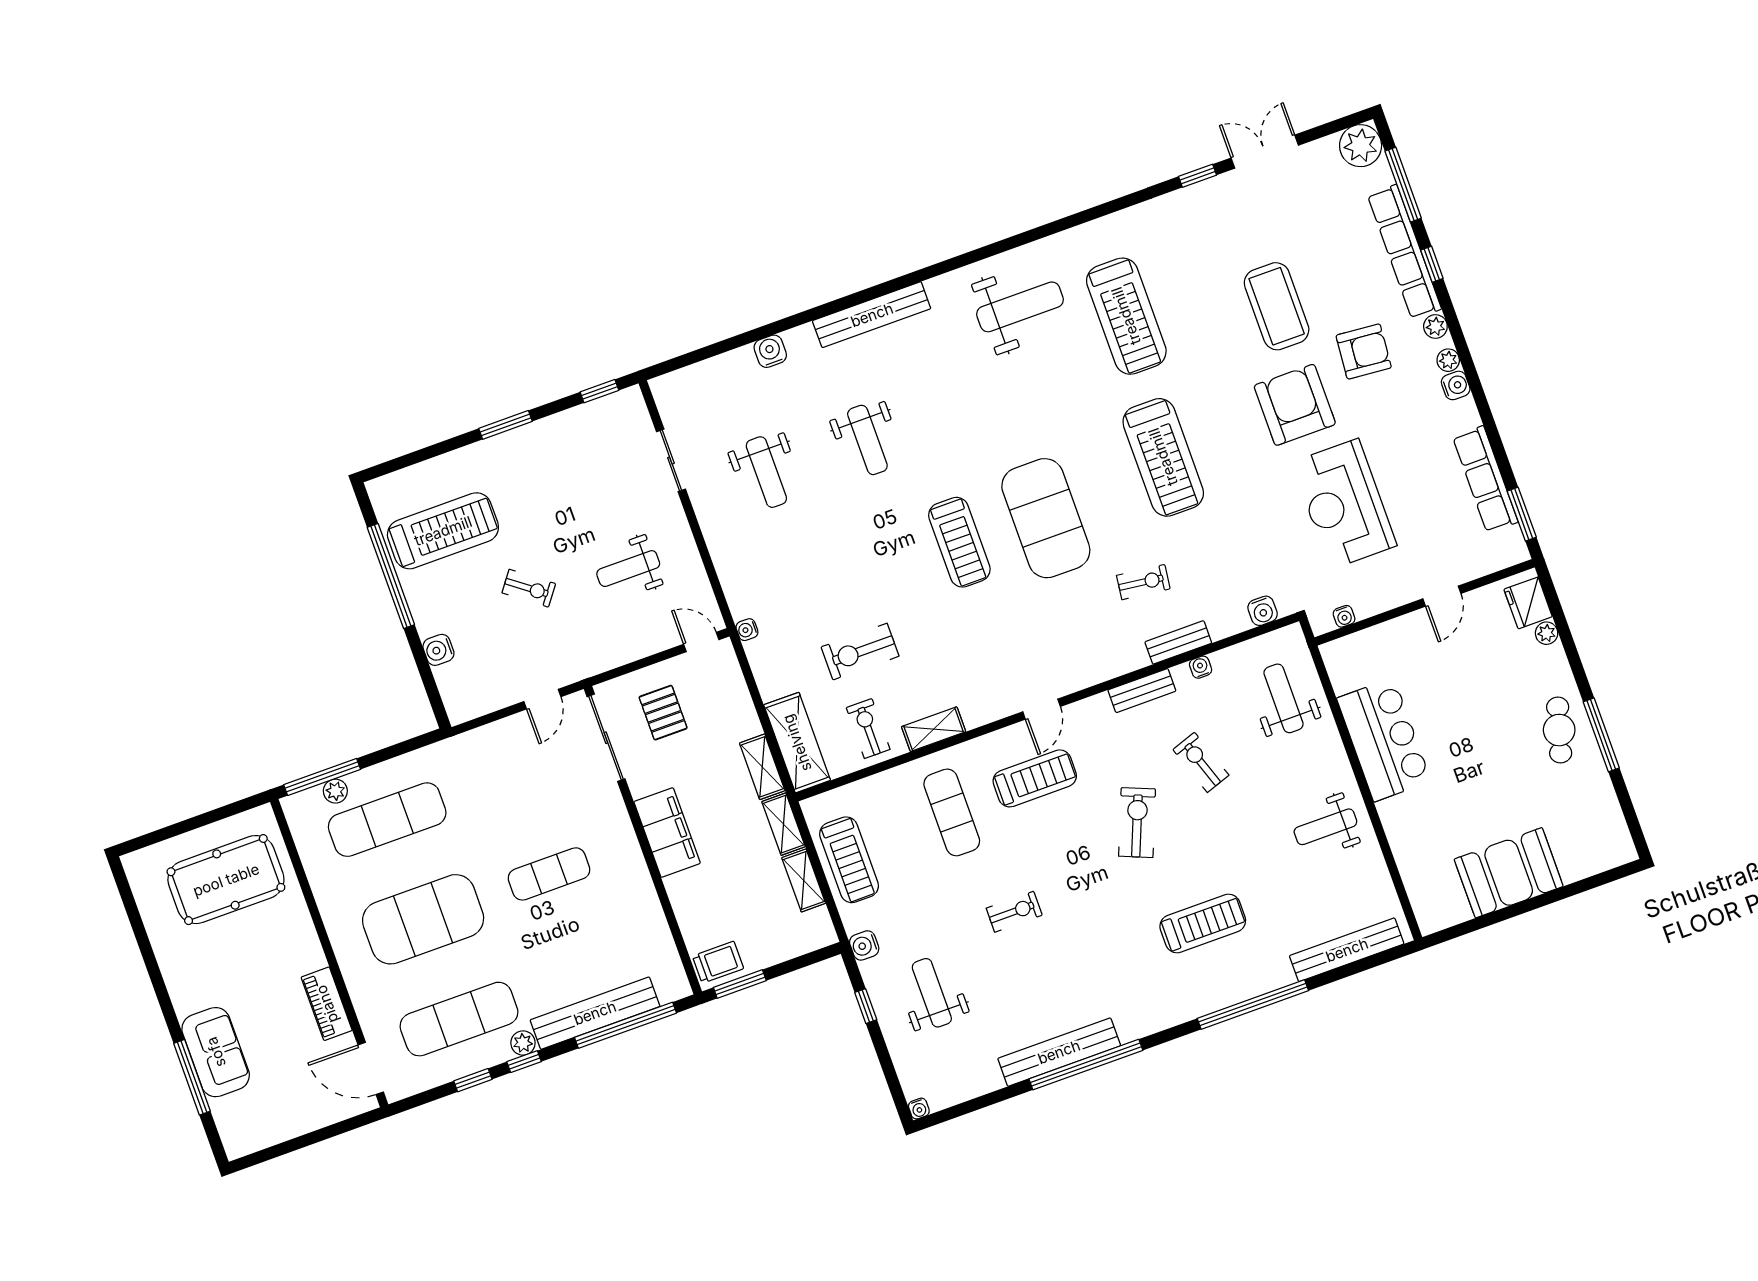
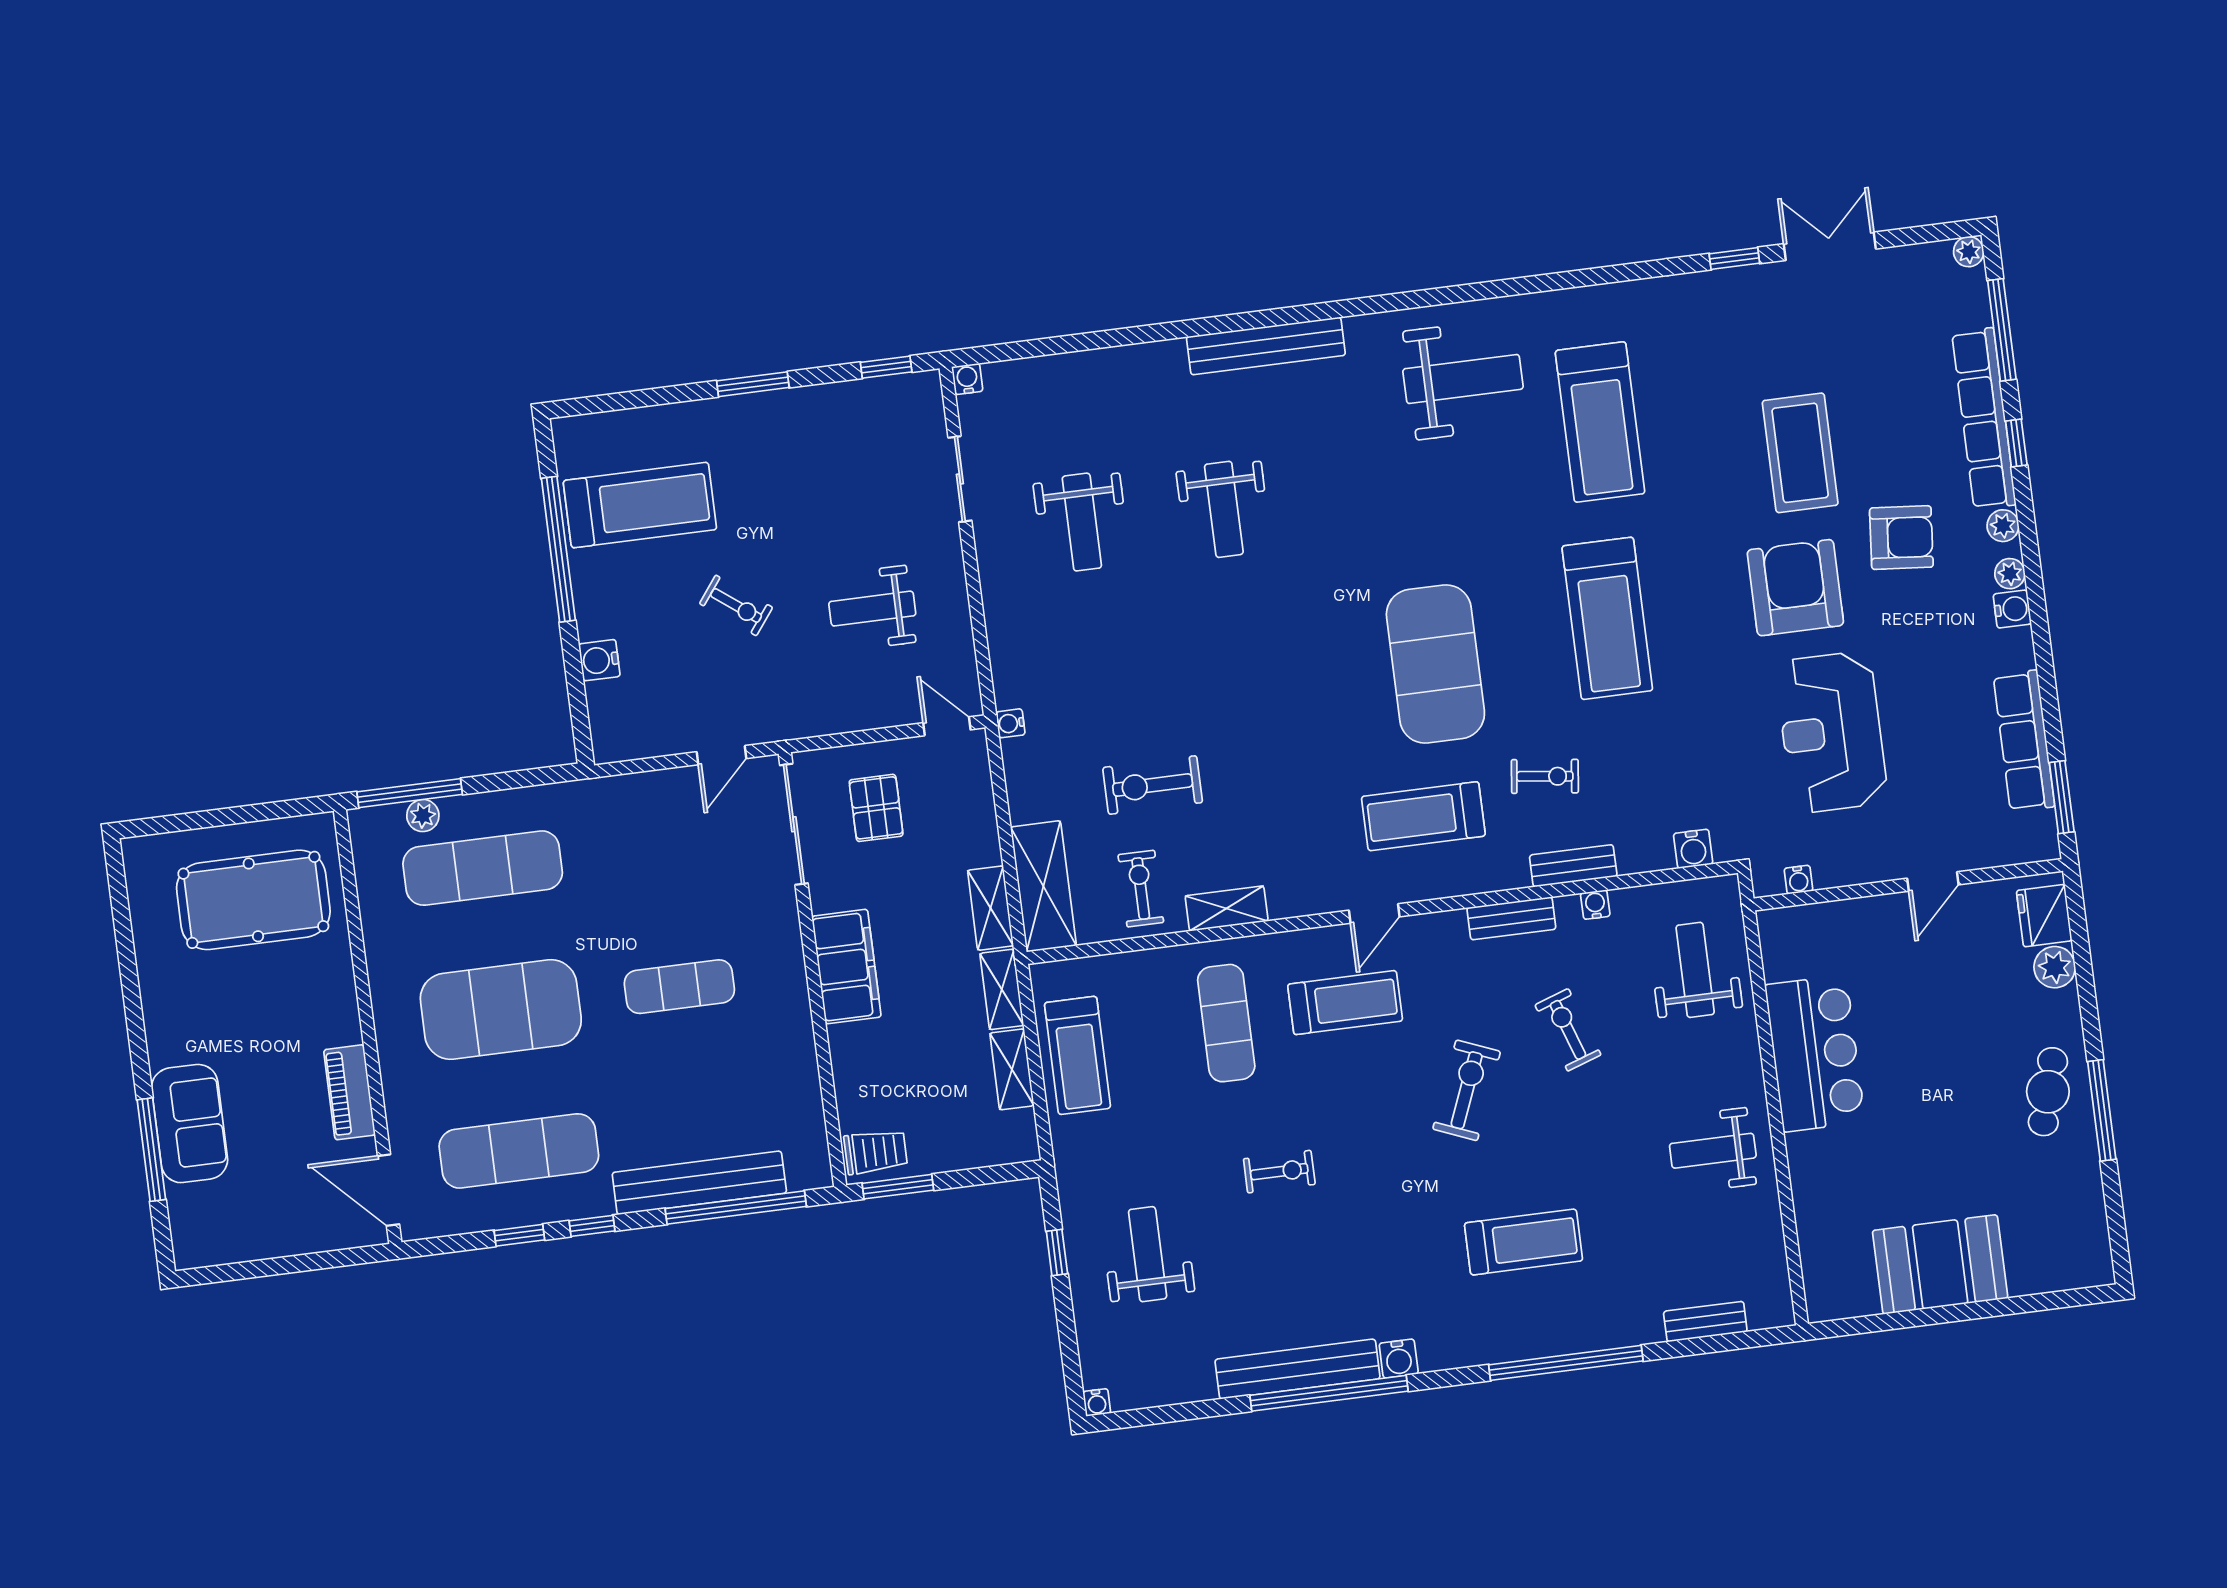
plant: (1361, 146) -> (1969, 252), width x0.53, depth x0.53
water cooler: (770, 351) -> (967, 379), moved, width x0.72, depth x0.72
treadmill: (959, 542) -> (1423, 816), moved, turned 90
plant: (1547, 633) -> (2055, 967), width x1.38, depth x1.38
water cooler: (864, 945) -> (1399, 1359), moved, turned -90
bench: (1347, 950) -> (1705, 1322), width x0.54, depth x0.82
plant: (523, 1043) -> (596, 1201), removed

